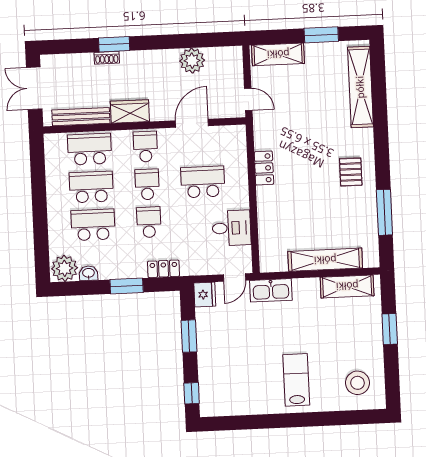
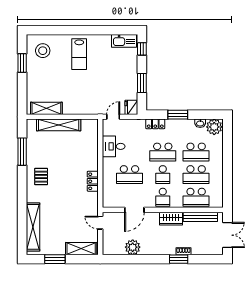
school desk: (149, 222) -> (163, 152), width x1.85
kitchen sink: (271, 290) -> (124, 41), moved, turned 180
window: (390, 329) -> (22, 63), moved

